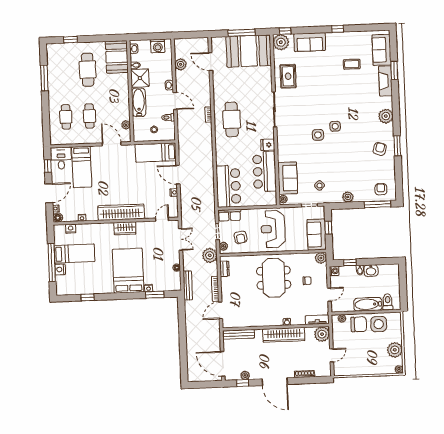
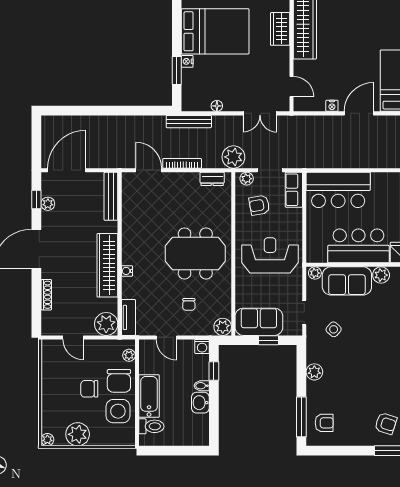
plant: (283, 156) -> (381, 275), added
chair: (365, 343) -> (89, 389), added

